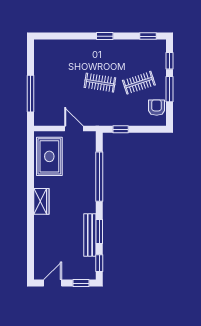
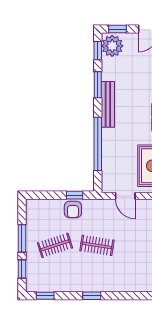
armchair: (157, 108) -> (73, 209), moved
bench: (90, 235) -> (108, 104), moved
plant: (86, 267) -> (112, 46), added

